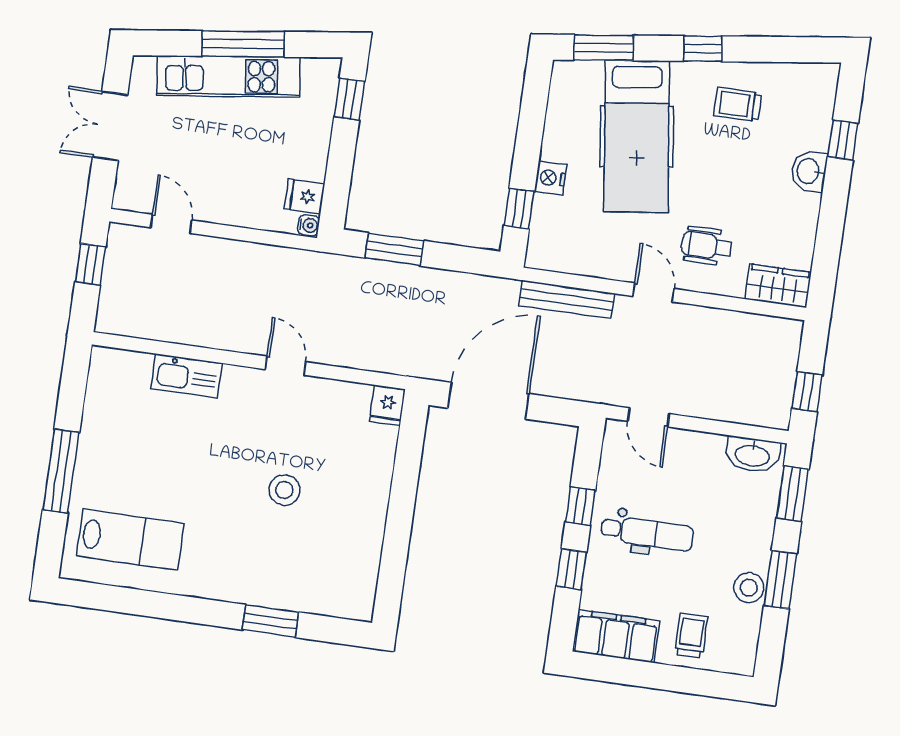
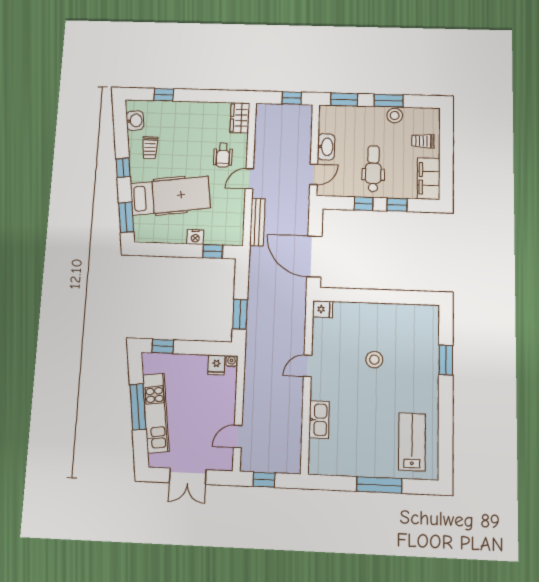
washbasin: (809, 171) -> (135, 121), moved, turned -98
washbasin: (752, 455) -> (326, 147), moved

